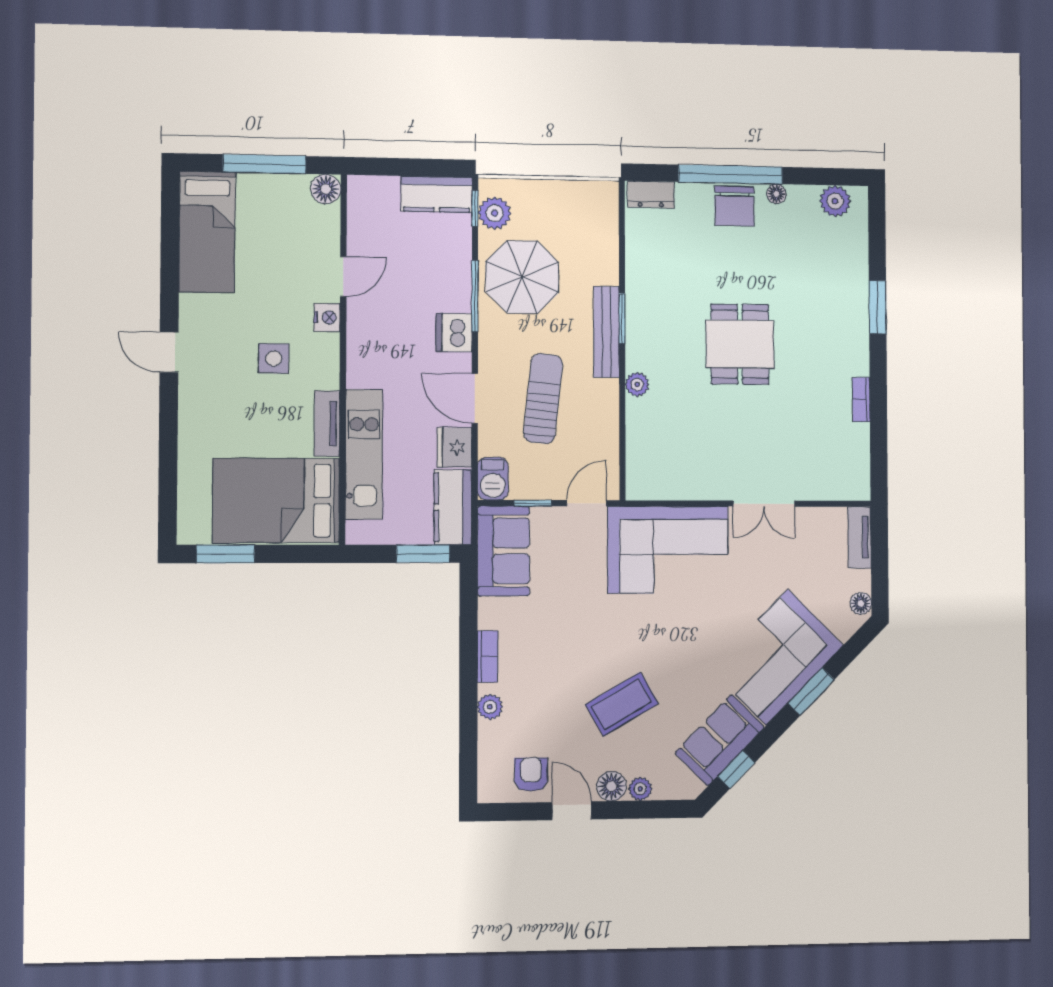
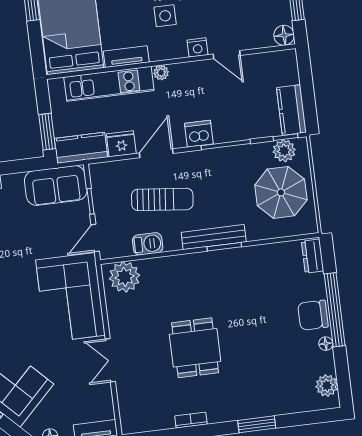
parasol: (522, 277) -> (281, 192), moved
dining table: (740, 344) -> (195, 348), moved, turned 90
plant: (357, 376) -> (161, 73), added
plant: (637, 384) -> (124, 277), moved, width x1.88, depth x1.88
barbecue: (493, 479) -> (148, 244), moved, turned 180
door: (587, 503) -> (95, 238), swing flipped

